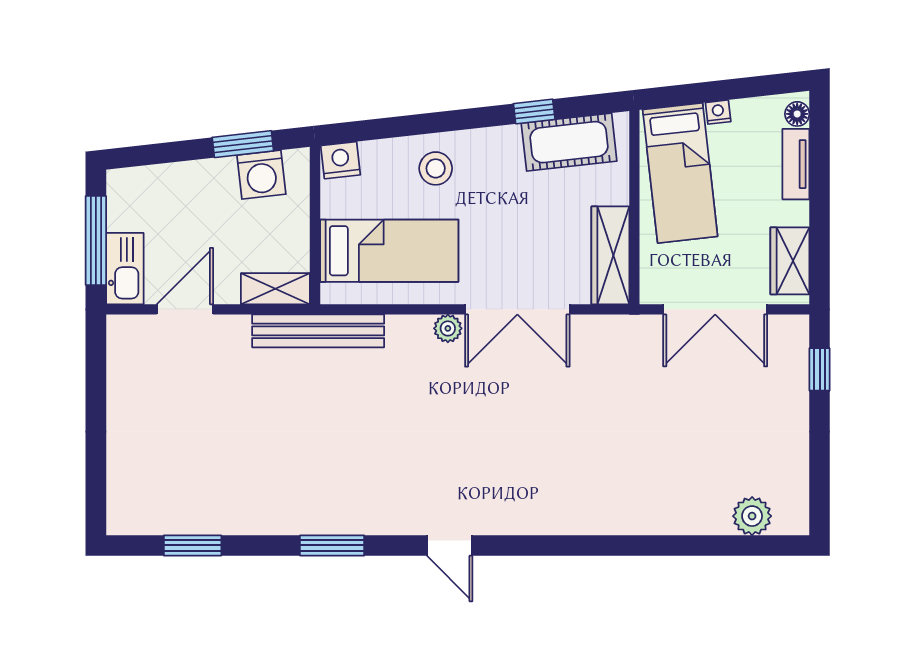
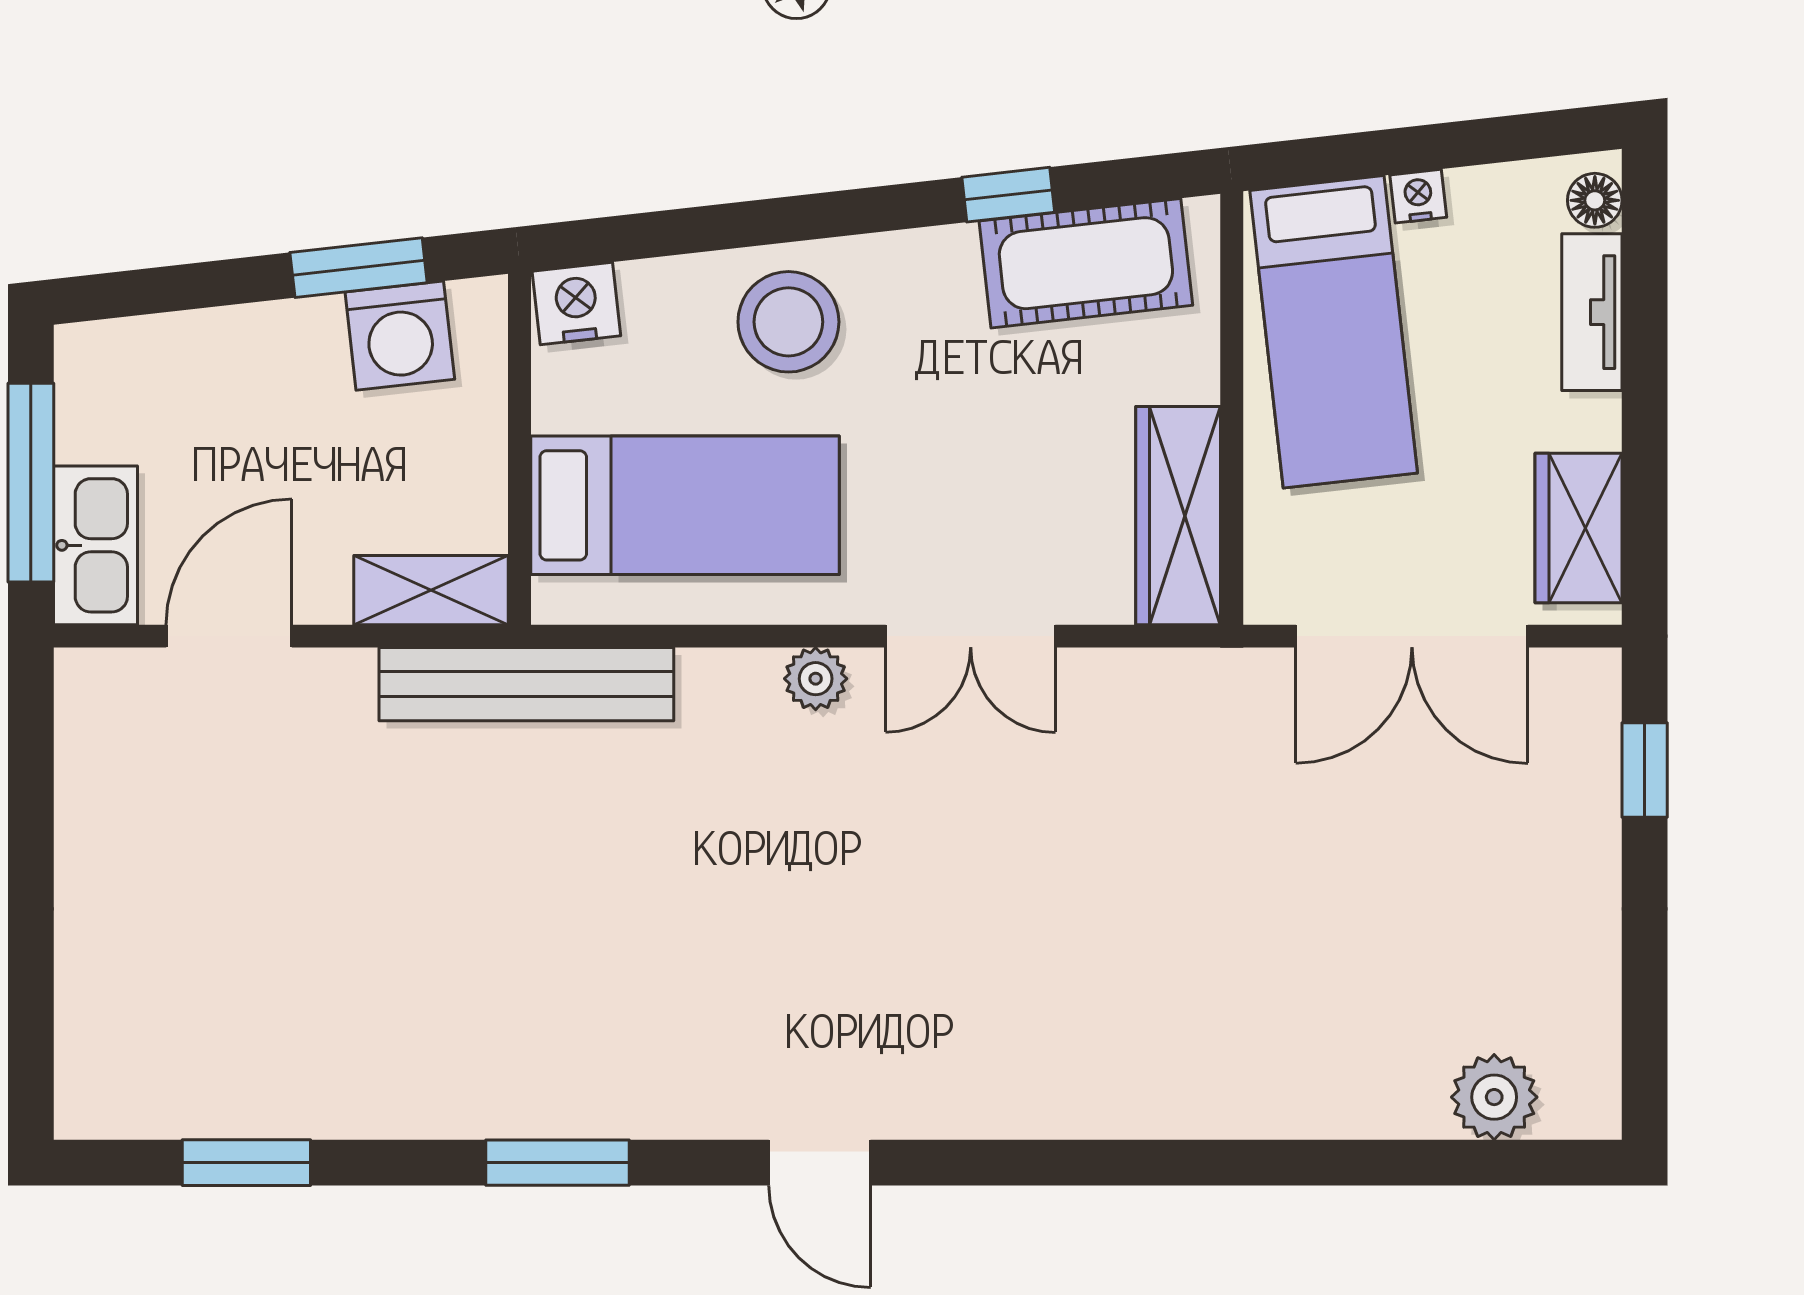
stool: (436, 168) -> (788, 322), width x1.38, depth x1.38
double door: (517, 309) -> (971, 636), width x0.73

